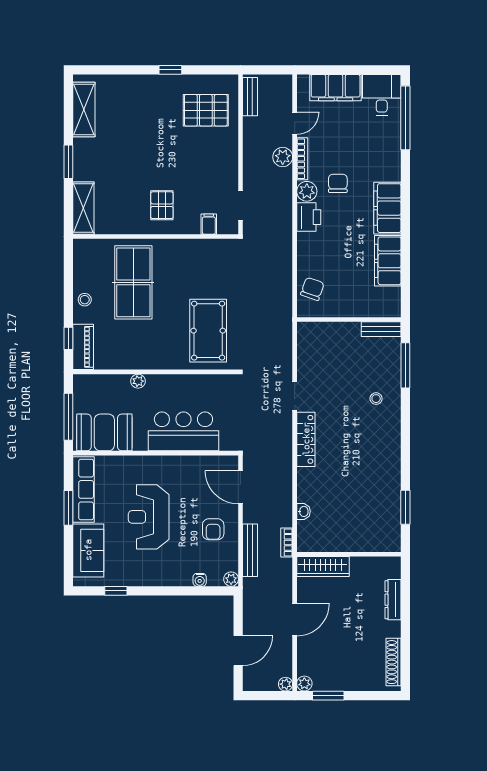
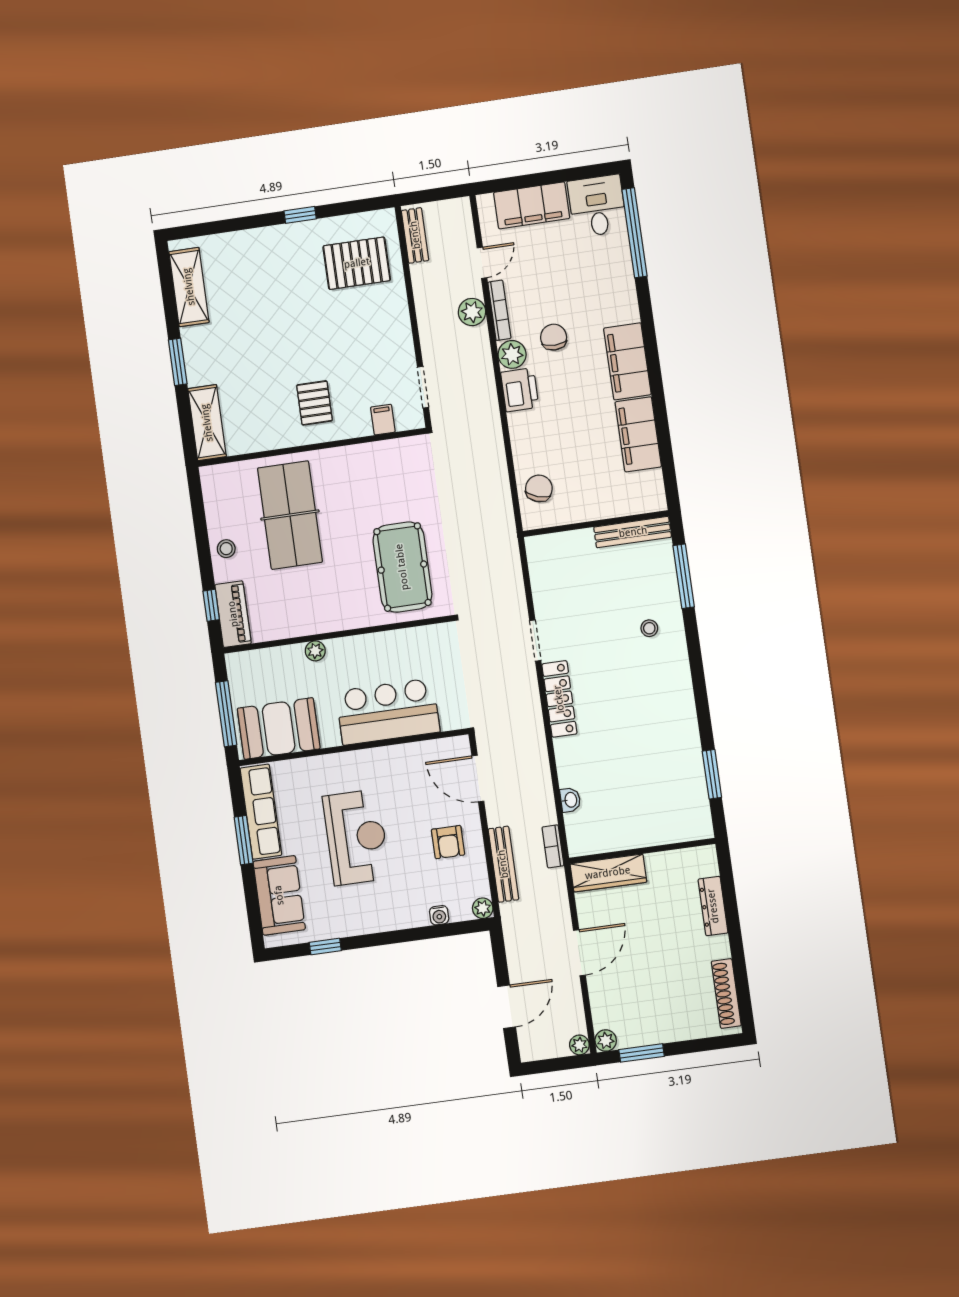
bench: (381, 329) -> (633, 532), width x1.36
reception desk: (149, 517) -> (356, 837), turned 180

